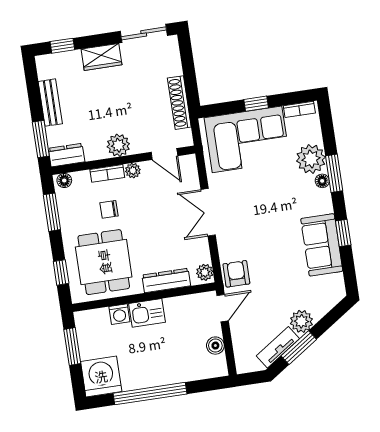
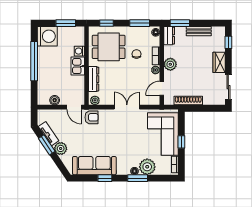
sofa: (322, 245) -> (94, 166), width x1.36

